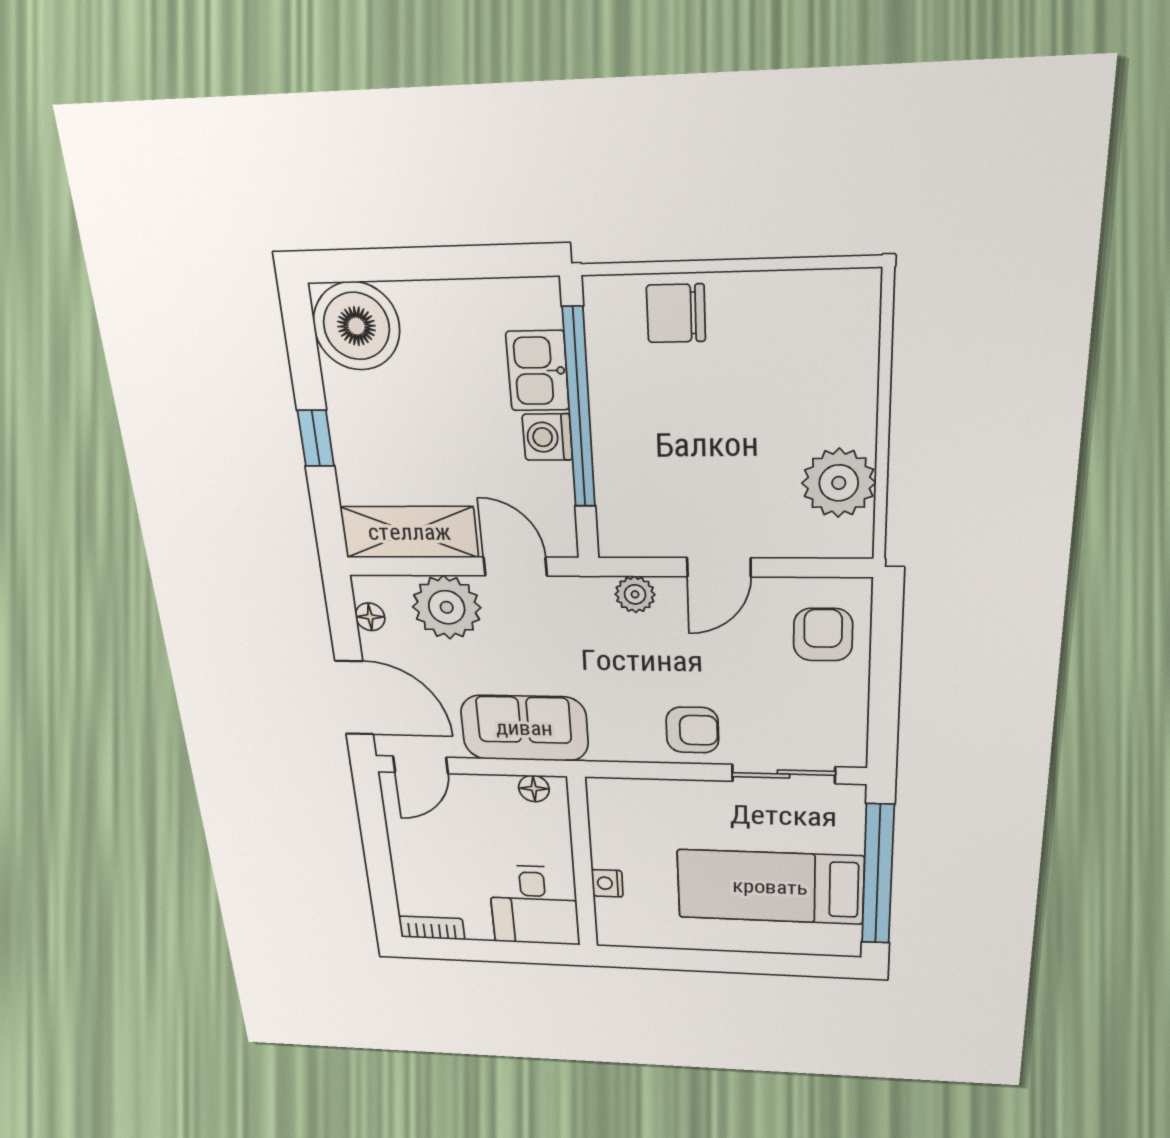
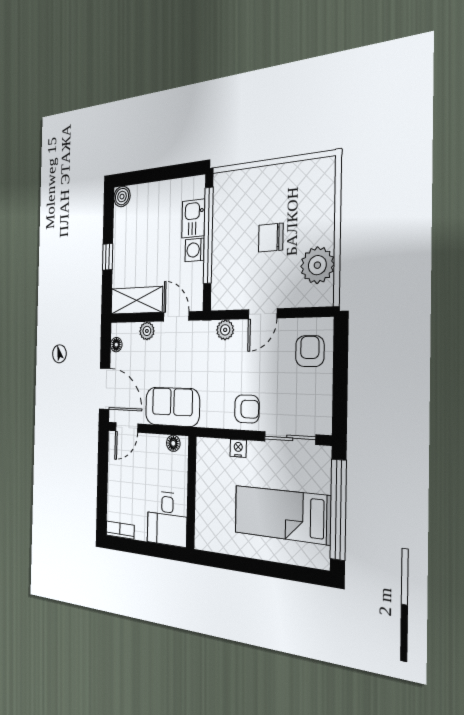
chair: (676, 313) -> (271, 238), moved
boiler: (356, 326) -> (122, 197), width x0.54, depth x0.54
plant: (447, 607) -> (147, 331), width x0.53, depth x0.53
nightstand: (607, 883) -> (238, 448), moved, turned 90

